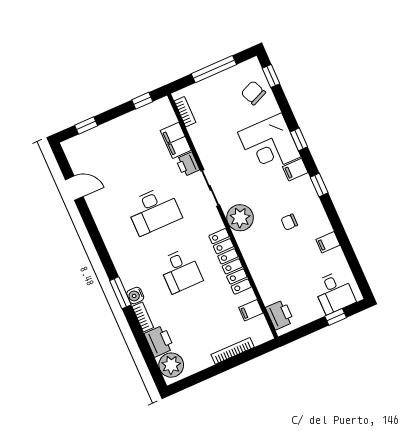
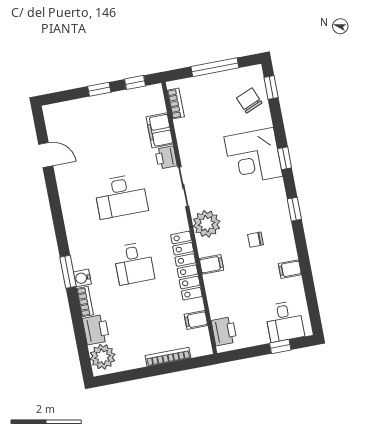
window: (86, 125) -> (99, 89), moved
filing cabinet: (295, 170) -> (211, 264), moved, turned 180

